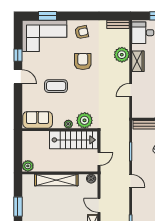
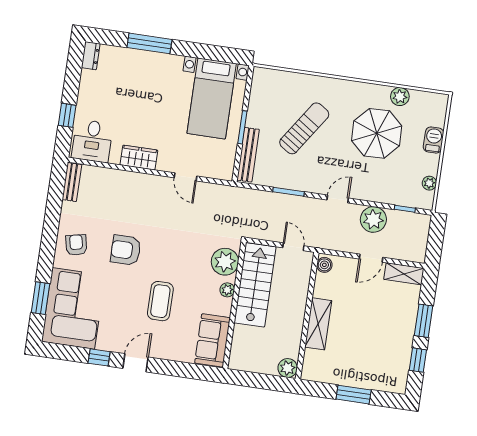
plant: (122, 55) -> (373, 219), moved
shelving: (56, 180) -> (318, 324), width x0.68

